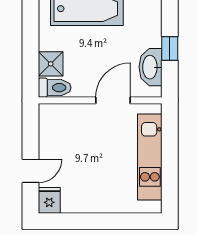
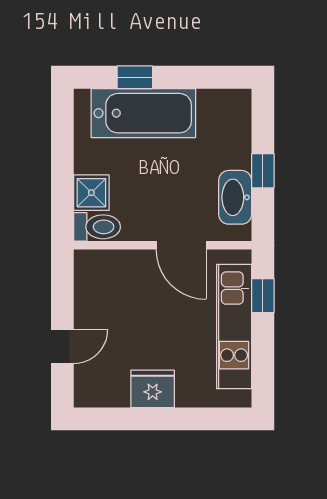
door: (113, 100) -> (181, 245), swing flipped
window: (170, 135) -> (263, 296), added
fridge: (49, 200) -> (153, 389), moved, width x1.38

